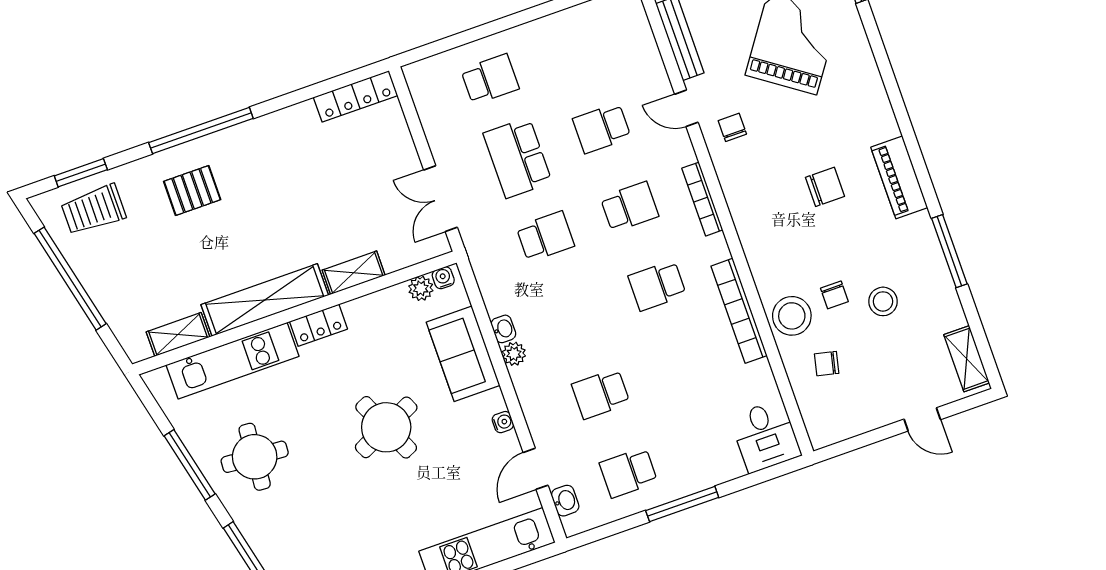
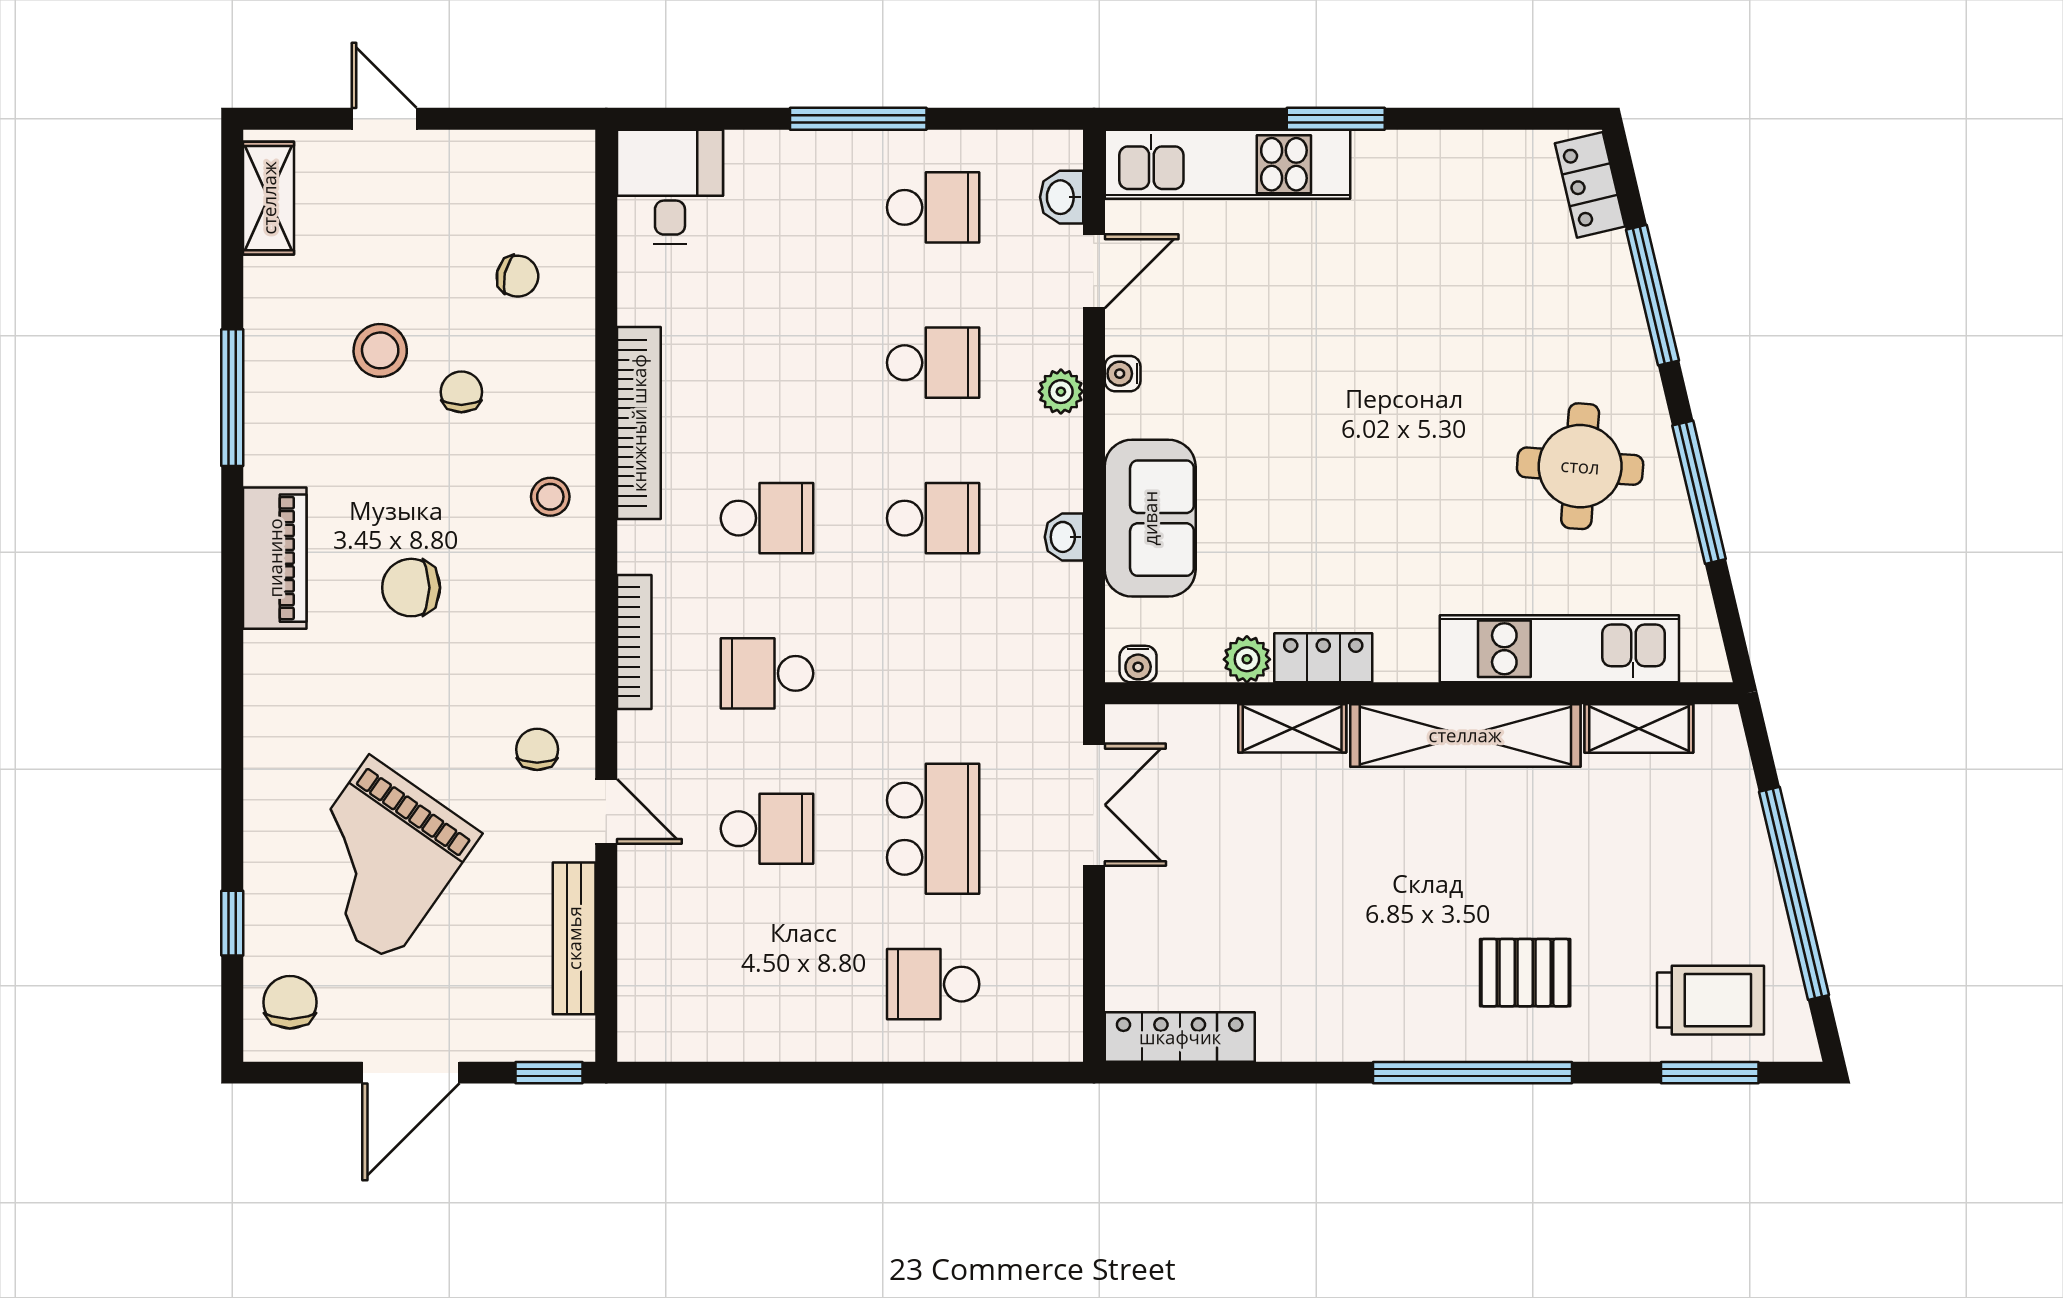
chair: (732, 127) -> (537, 749), turned 180
school desk: (545, 236) -> (933, 518), moved, turned 180
plant: (421, 288) -> (1247, 659), moved
stool: (792, 316) -> (550, 497), moved, width x0.53, depth x0.53
locker: (318, 325) -> (1323, 658), moved
plant: (514, 354) -> (1061, 392), moved
round table: (386, 427) -> (1331, 437), removed

